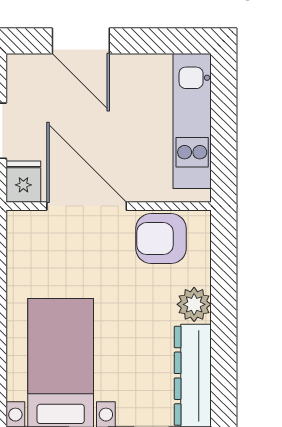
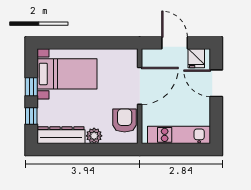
door: (81, 41) -> (216, 83), hinge flipped
fridge: (23, 182) -> (196, 58), moved, turned 90

